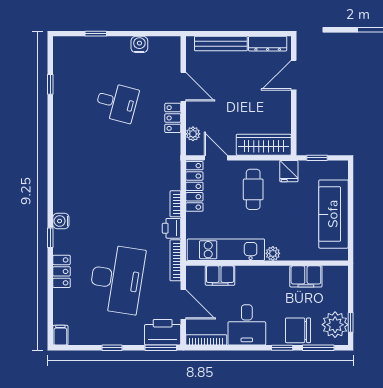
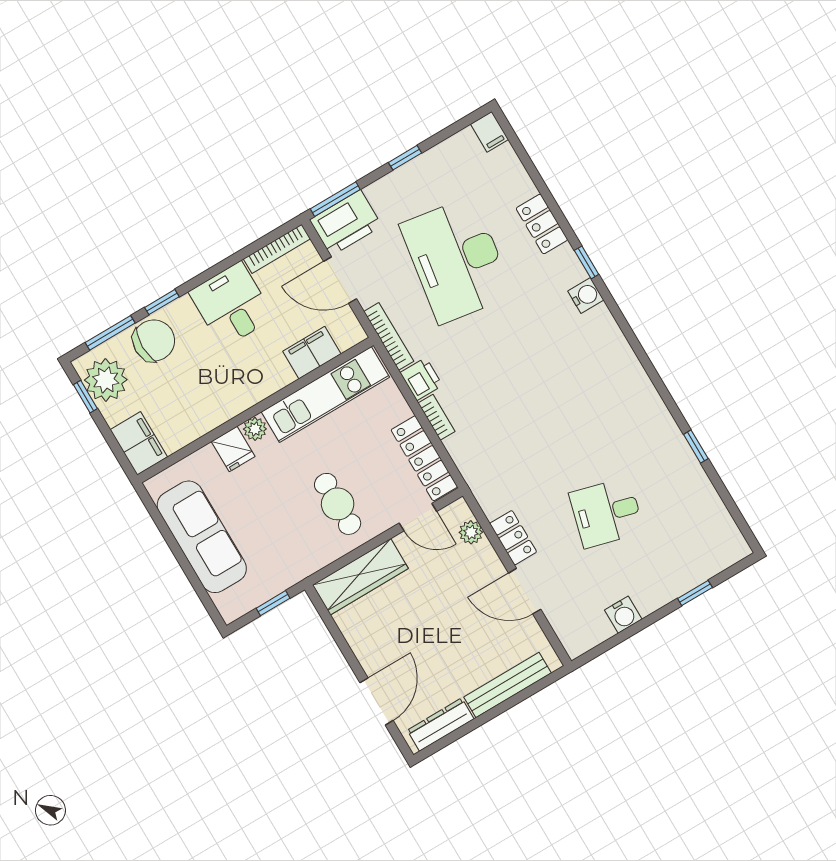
window: (50, 84) -> (696, 447), moved
fridge: (289, 171) -> (233, 449), moved, turned 180
filing cabinet: (306, 276) -> (139, 443), moved, turned 90

